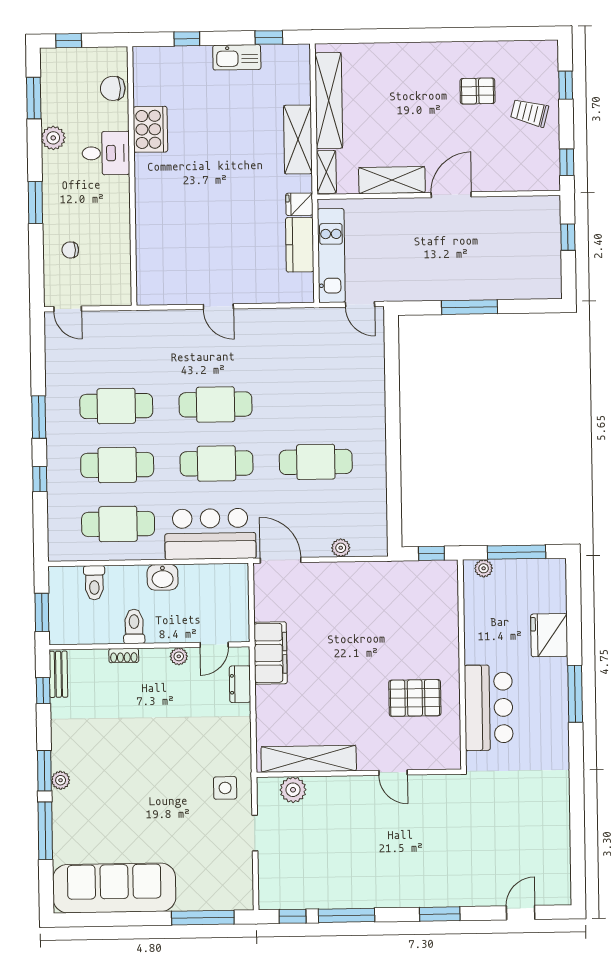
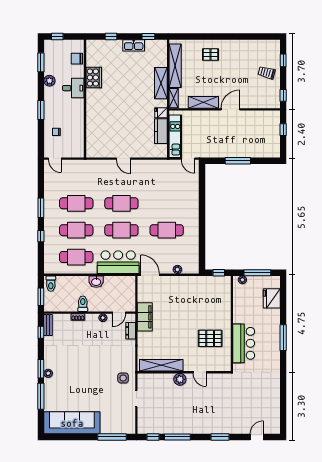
pallet: (478, 91) -> (210, 55), moved
toilet: (94, 583) -> (51, 284), moved
fridge: (549, 635) -> (272, 298), moved
plant: (293, 790) -> (180, 379), moved

